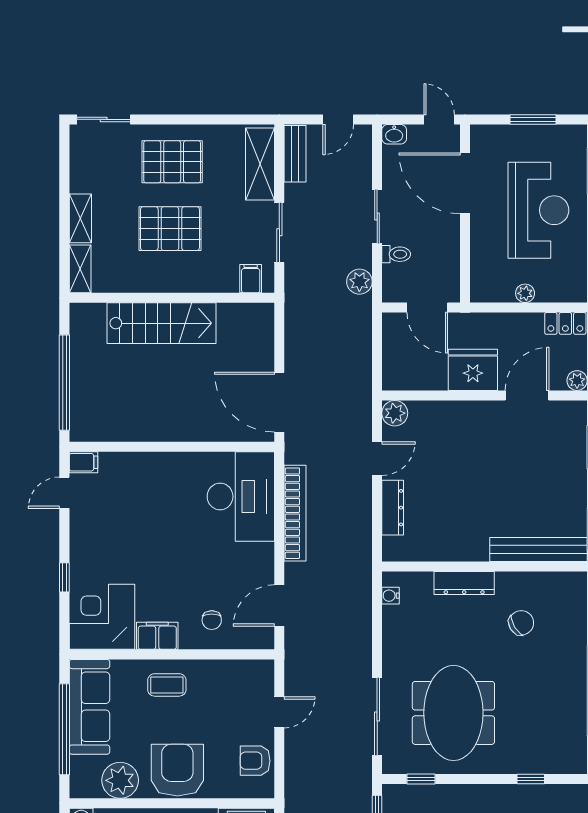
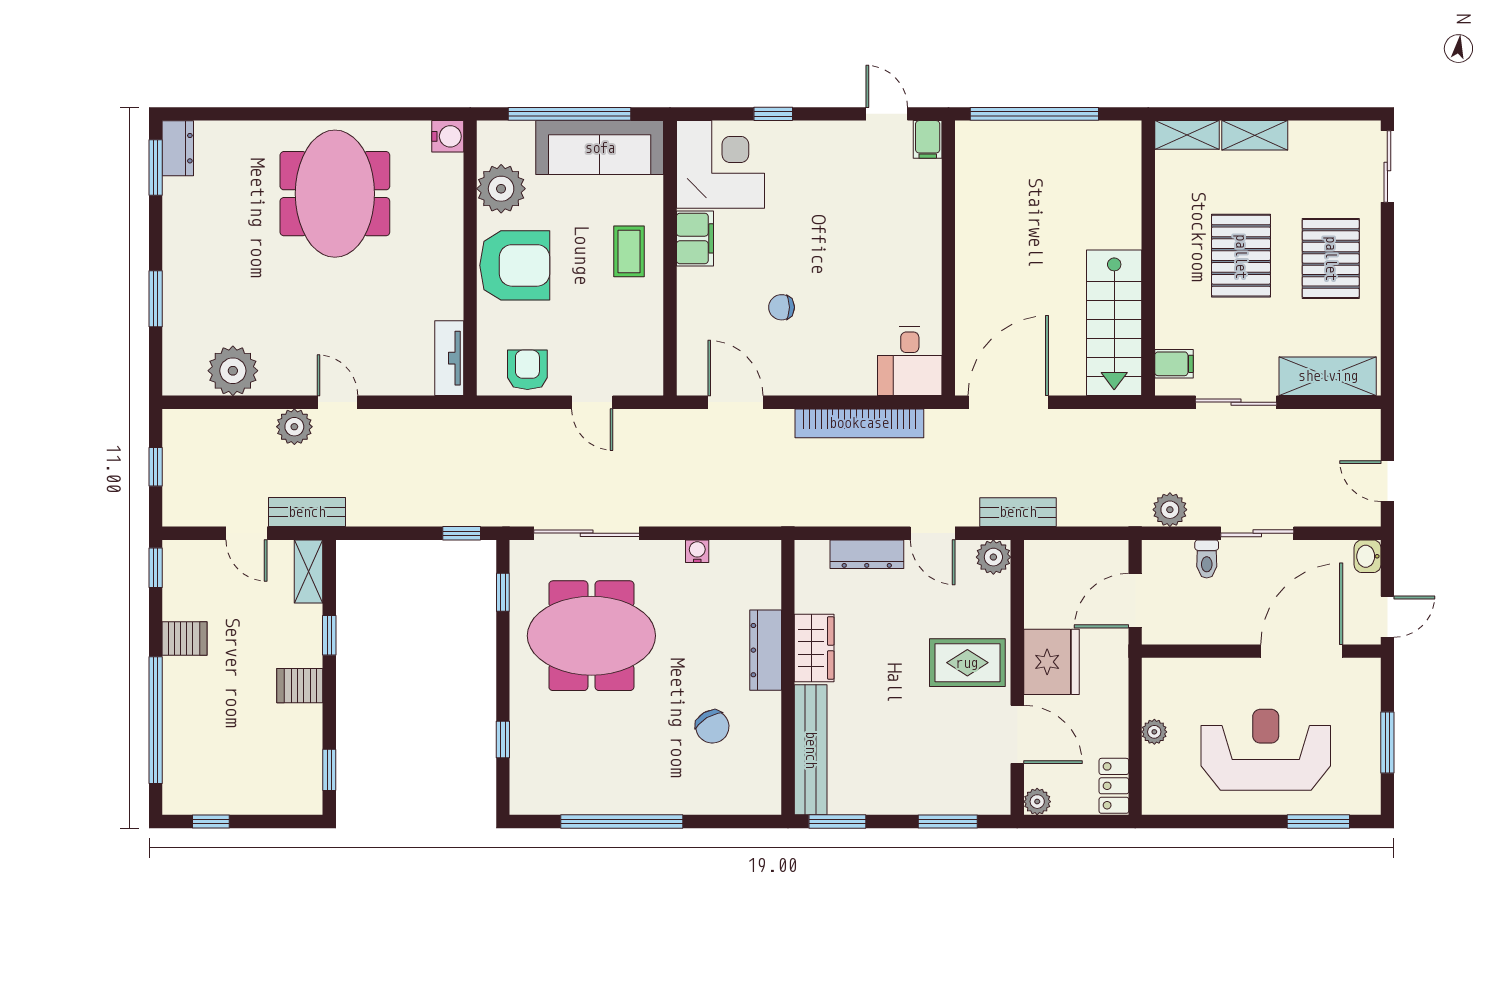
bench: (295, 154) -> (1018, 512), moved
reception desk: (538, 210) -> (1266, 750), turned 180
stairs: (161, 323) -> (1114, 323), moved
rug: (474, 433) -> (967, 663), added
desk: (241, 496) -> (910, 361), width x0.53, depth x0.77
wardrobe: (463, 547) -> (814, 648), added
water cooler: (390, 596) -> (697, 551), moved
chair: (212, 620) -> (782, 307), moved

